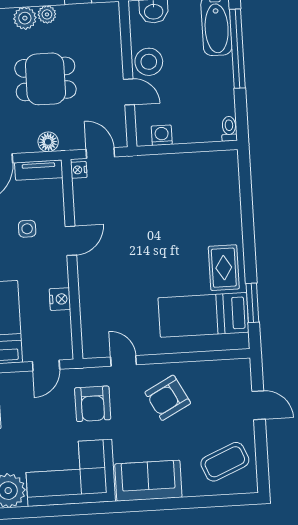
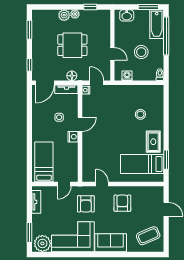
stool: (149, 62) -> (141, 52), moved
stool: (194, 213) -> (140, 114), added
nightstand: (60, 299) -> (73, 137), moved
armchair: (168, 398) -> (122, 203), turned 118

